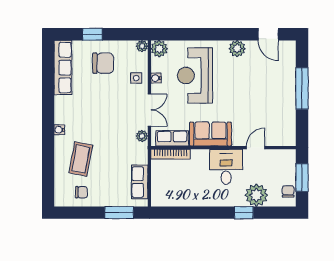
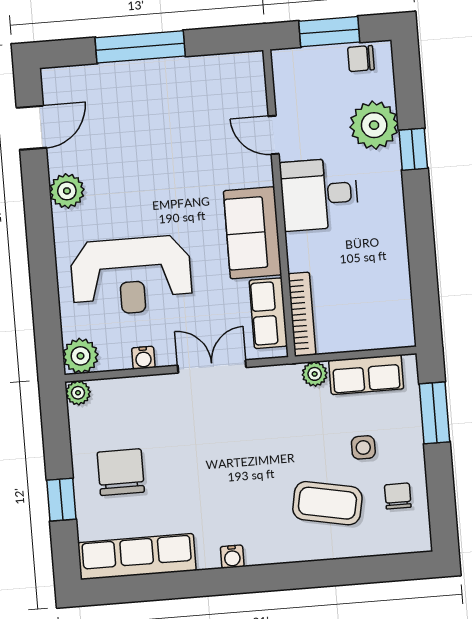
side table: (136, 78) -> (363, 447), moved
water cooler: (59, 130) -> (232, 557), moved
plant: (142, 136) -> (315, 374), moved

